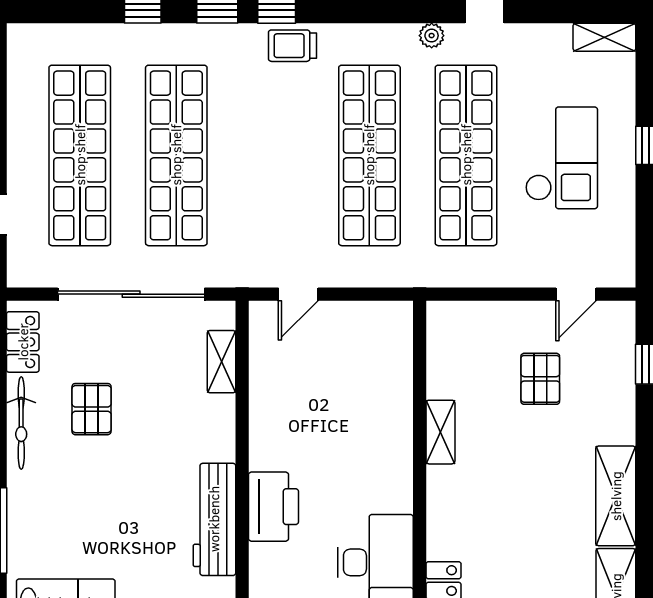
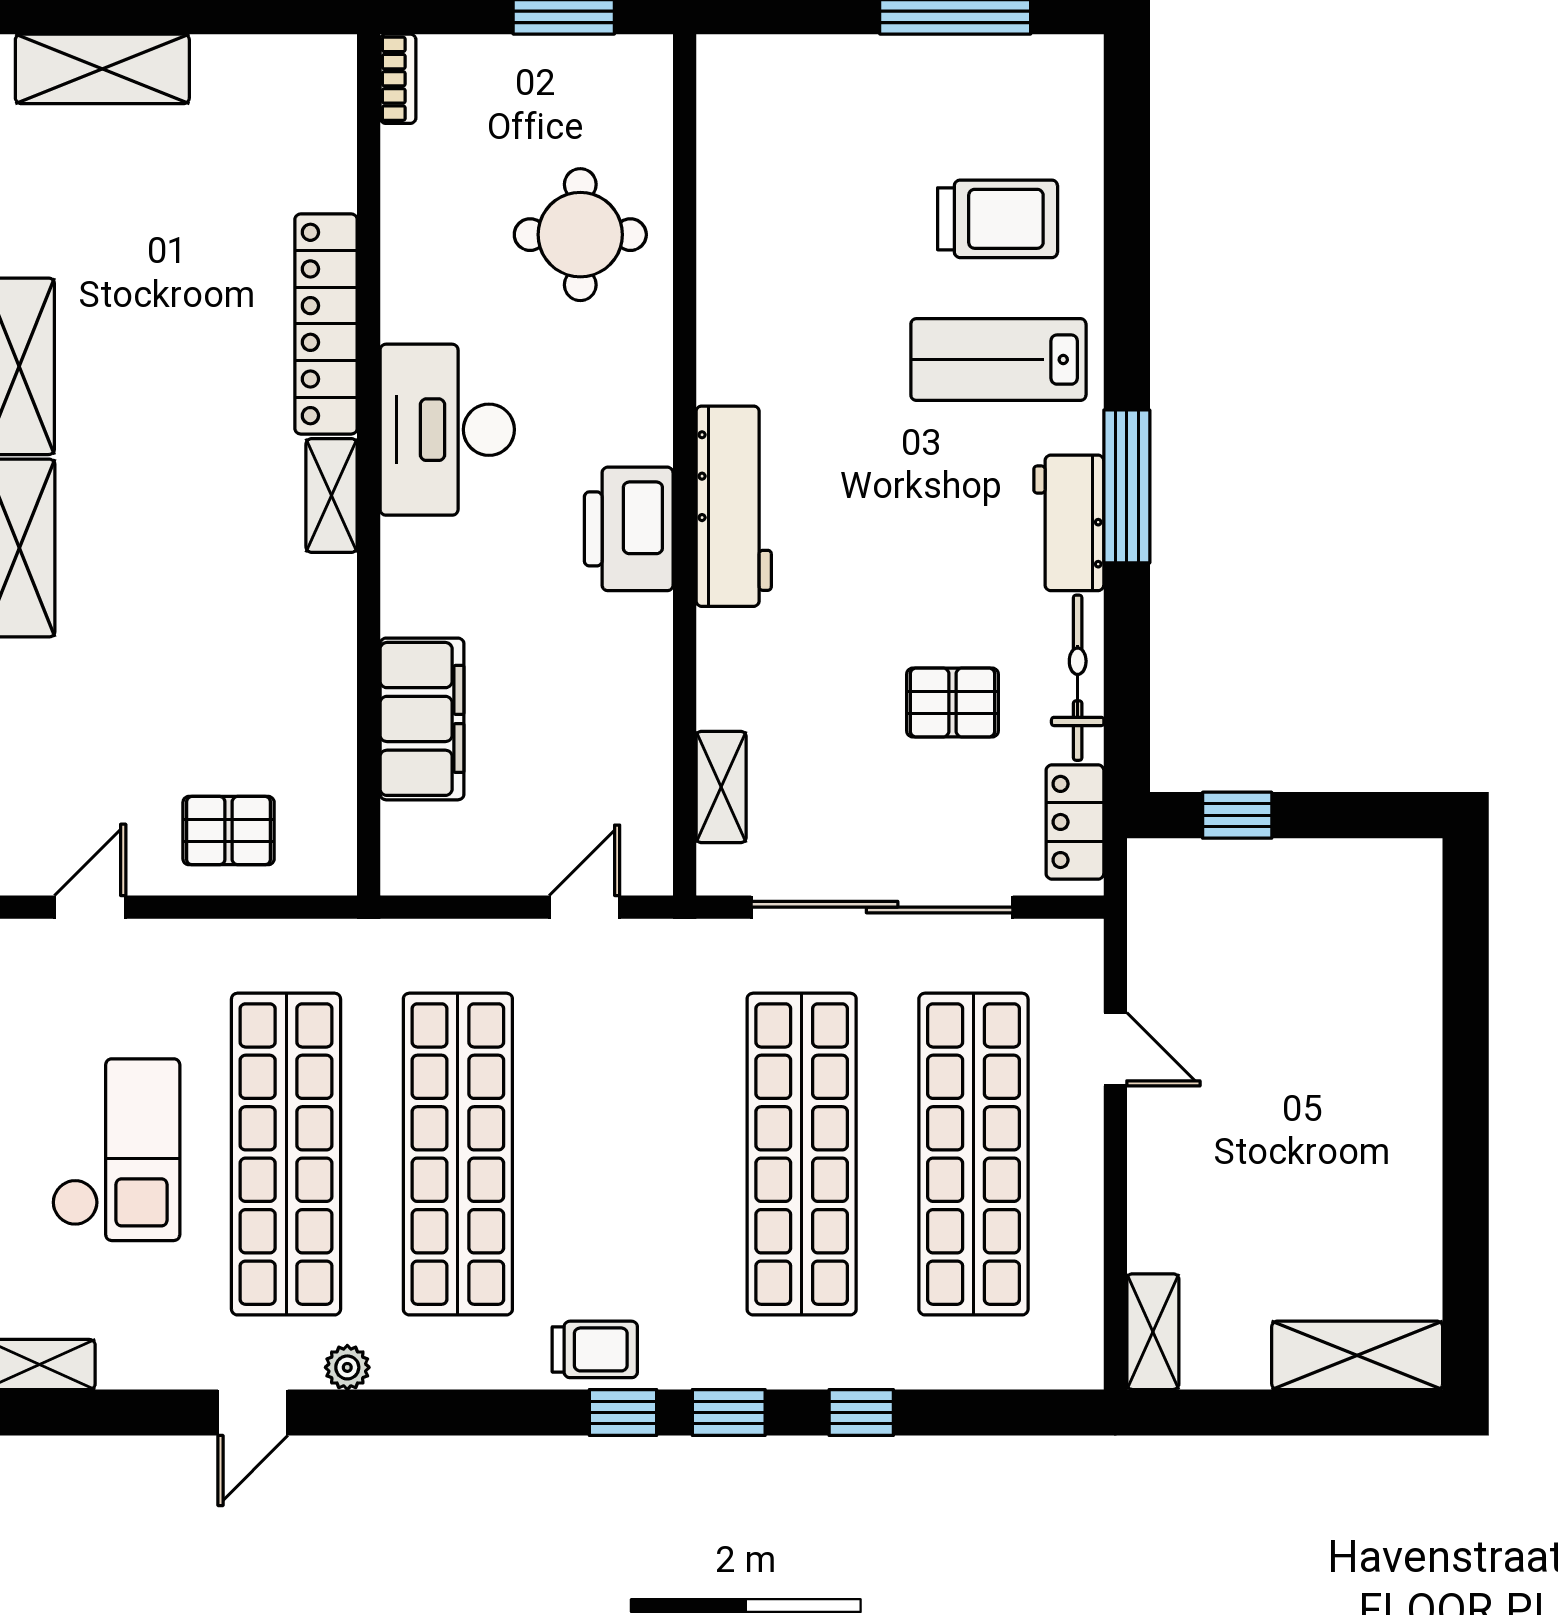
checkout: (562, 158) -> (116, 1150), turned 180
pallet: (540, 379) -> (229, 831), moved, turned 90
filing cabinet: (390, 400) -> (422, 719), added
pallet: (92, 409) -> (953, 702), turned 90
shelving: (440, 432) -> (332, 495), moved
workbench: (26, 510) -> (1069, 523), added

